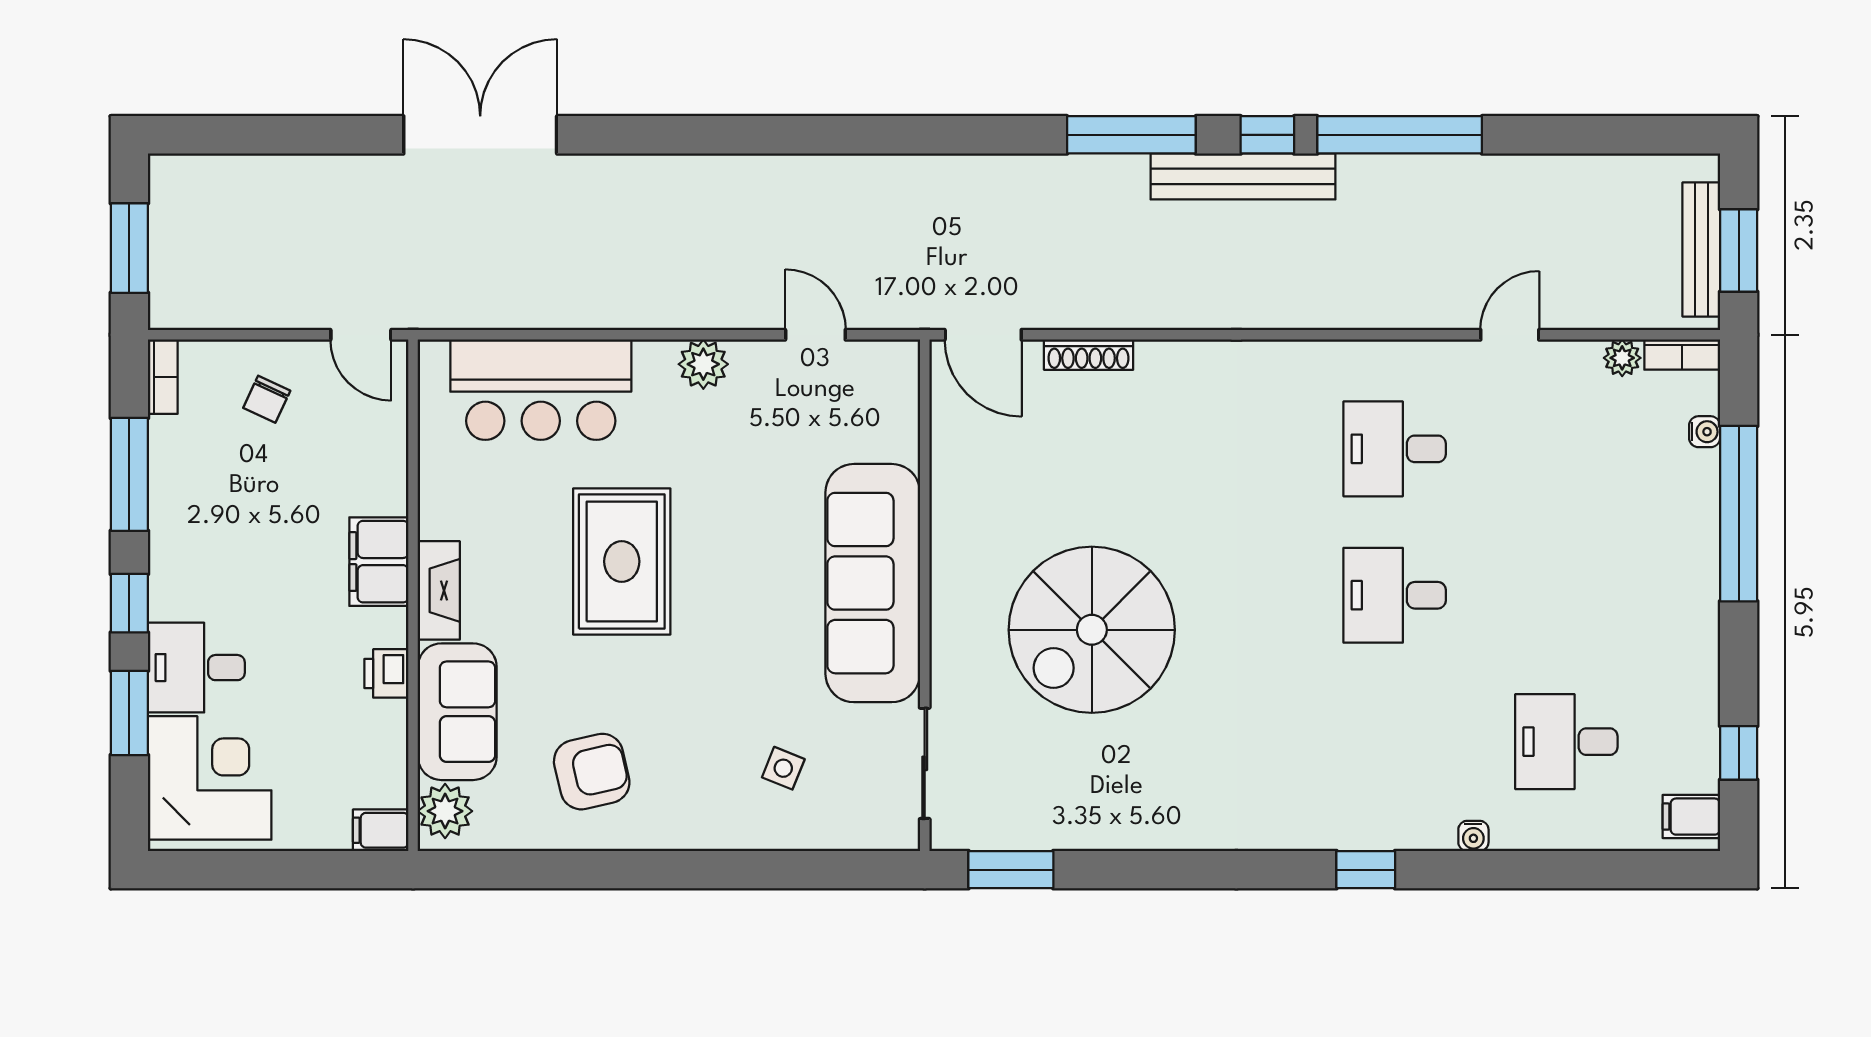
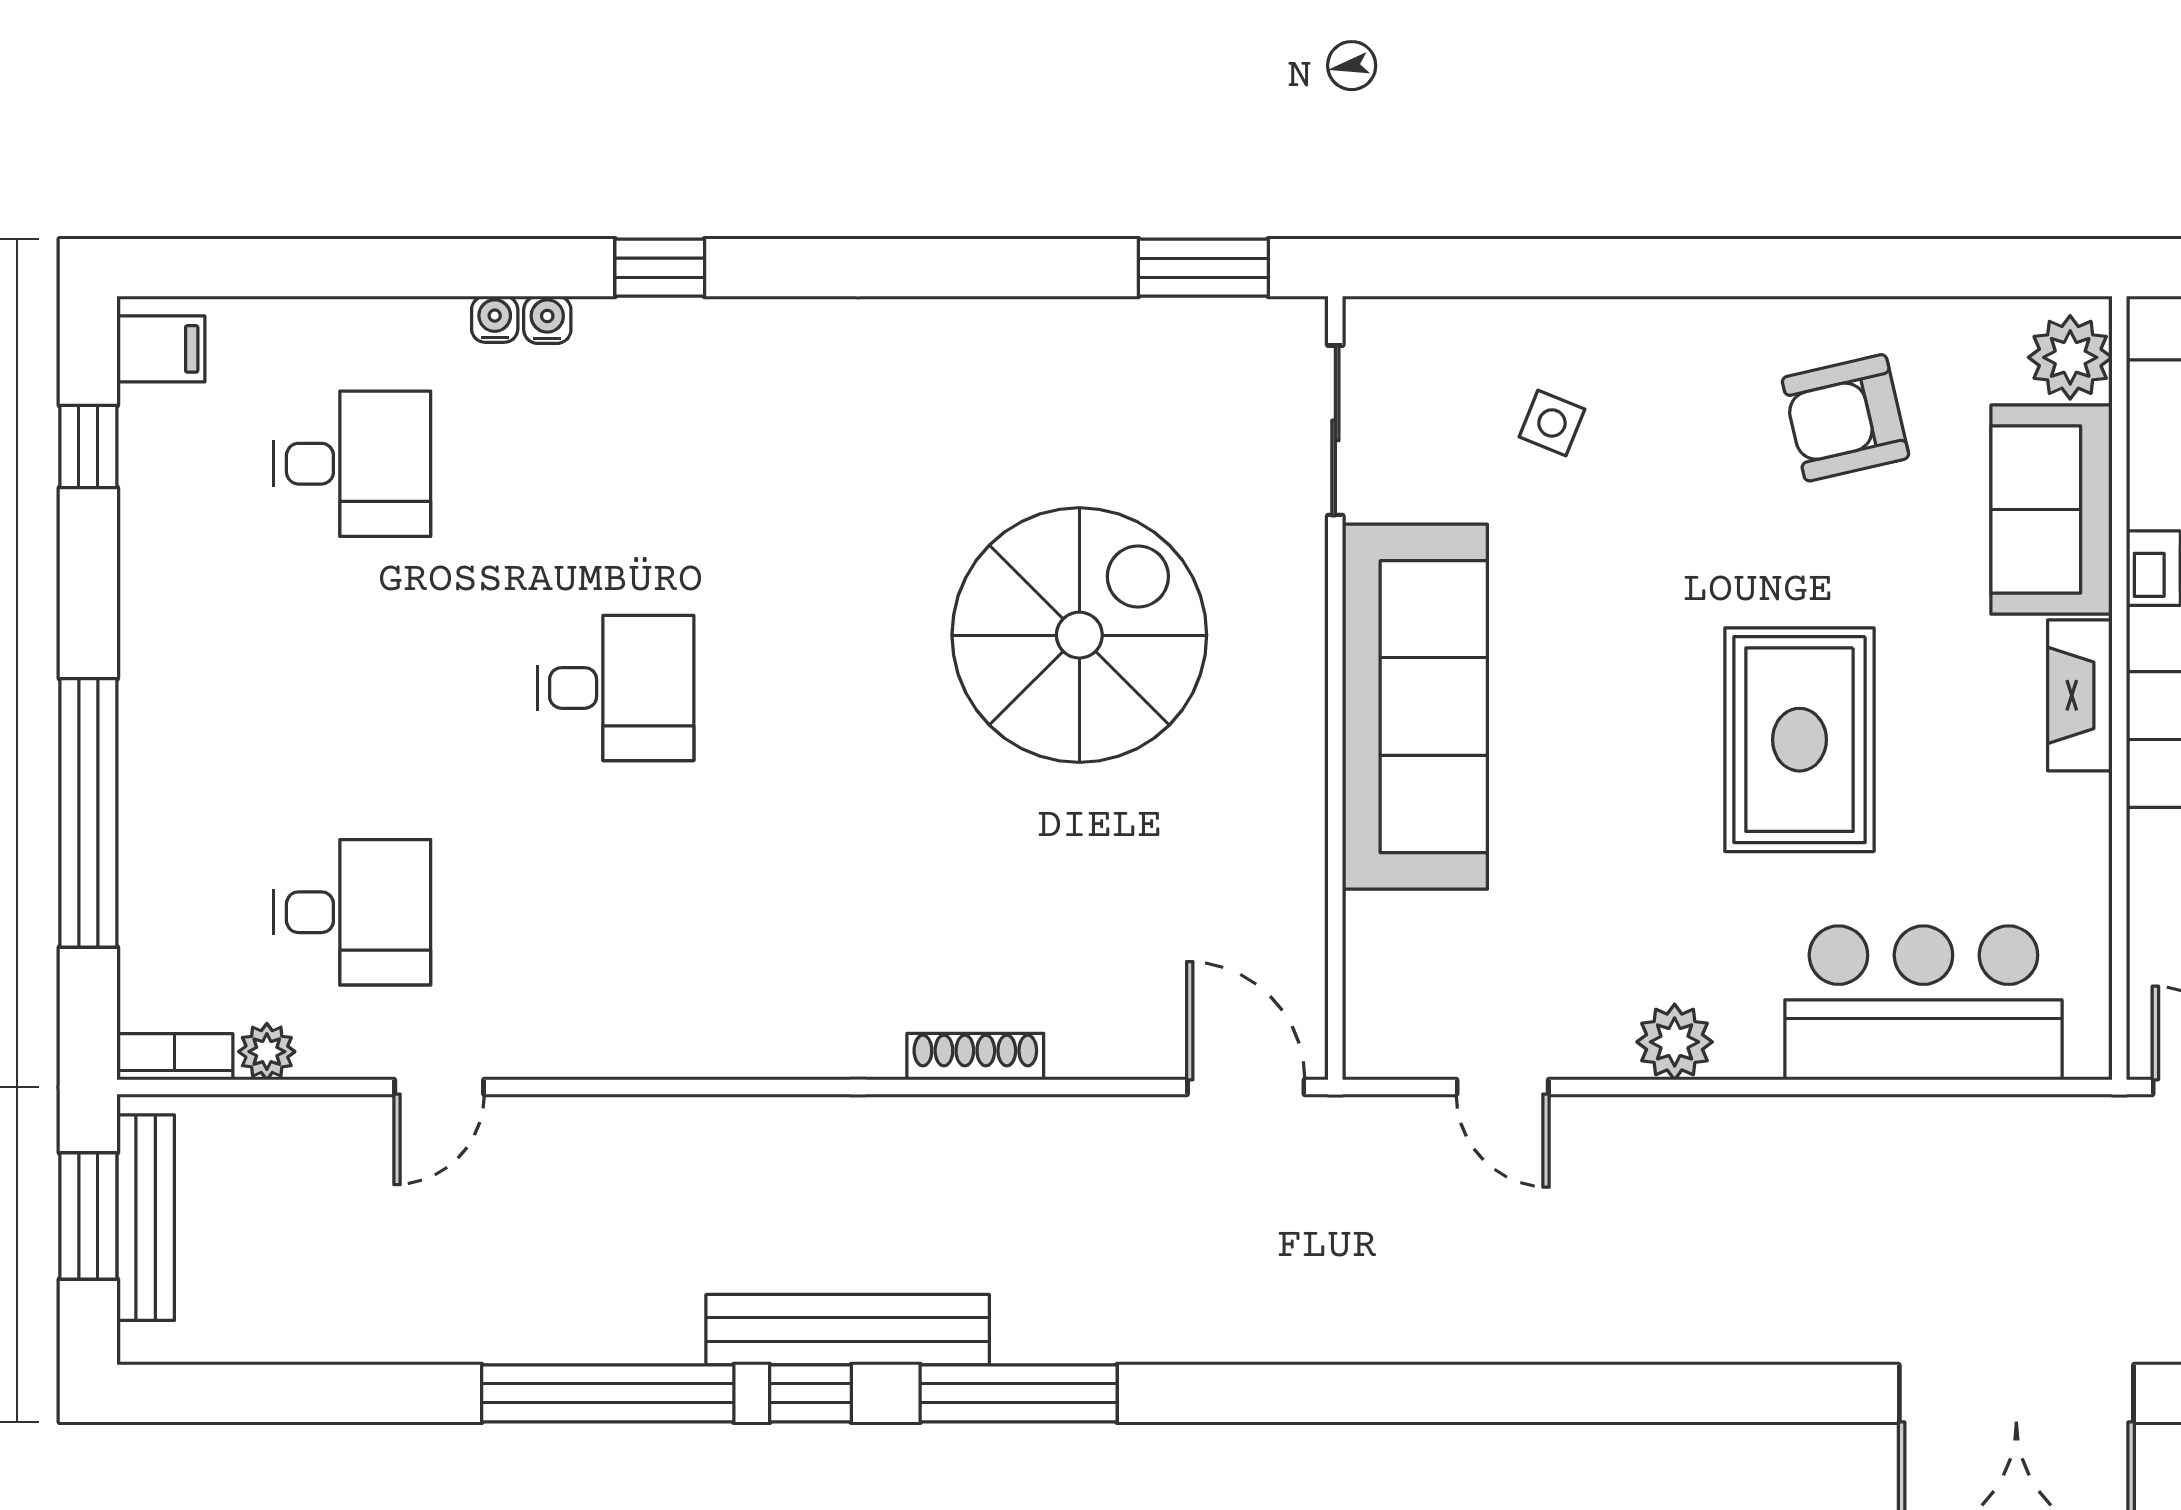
shoe rack: (1089, 355) -> (975, 1057), moved
water cooler: (1705, 432) -> (547, 320), moved, turned 90
desk: (1395, 449) -> (352, 912), moved

